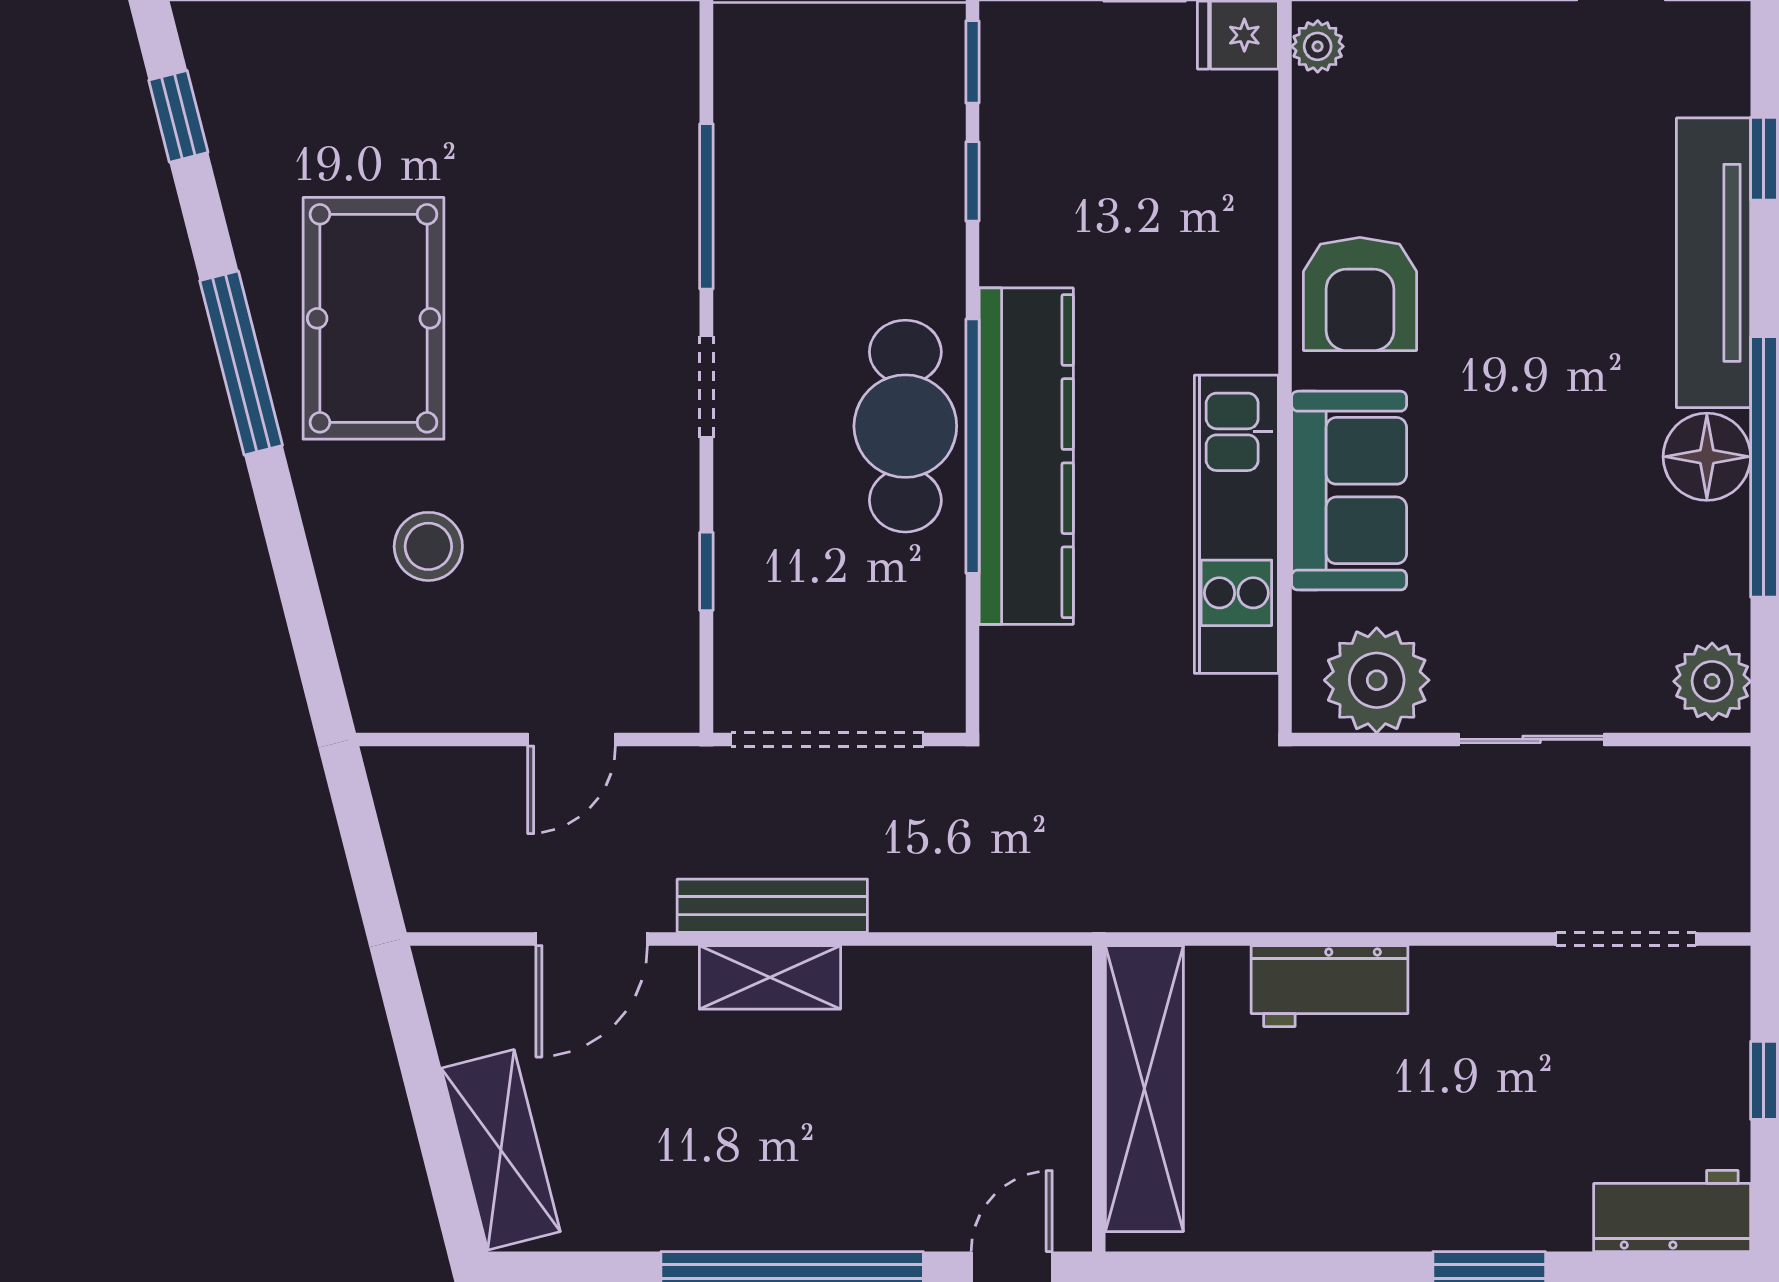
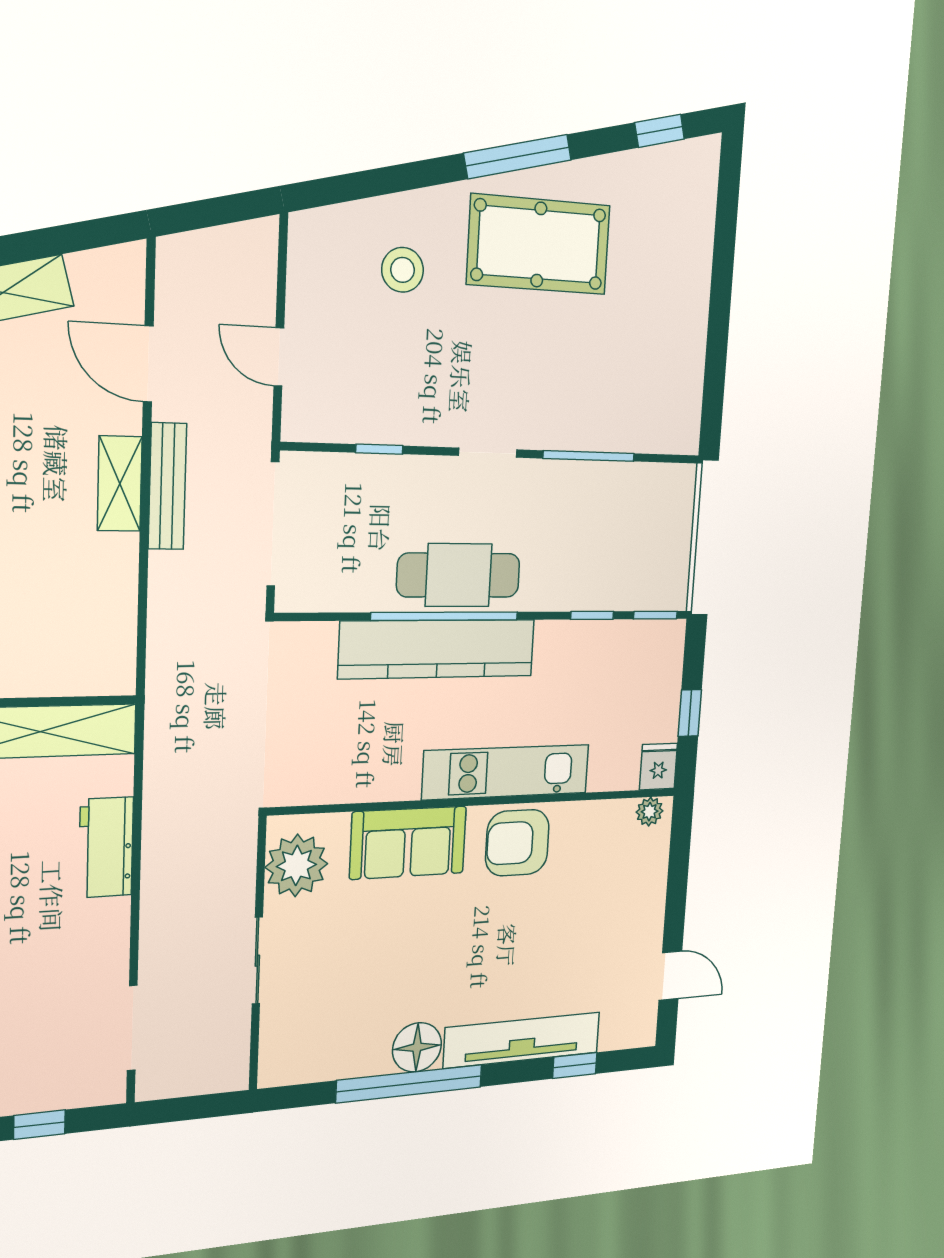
kitchen unit: (1236, 524) -> (506, 772), moved
plant: (1712, 681) -> (288, 1063), removed

